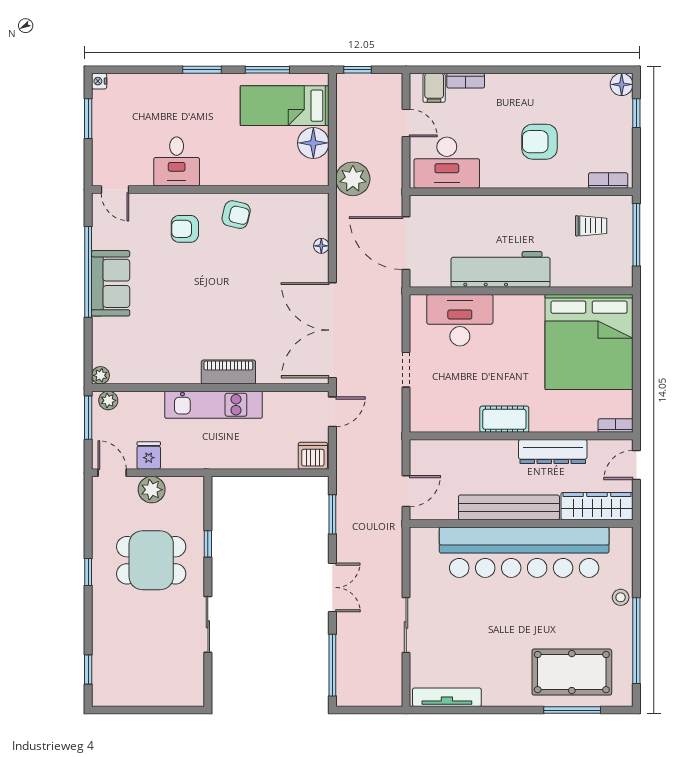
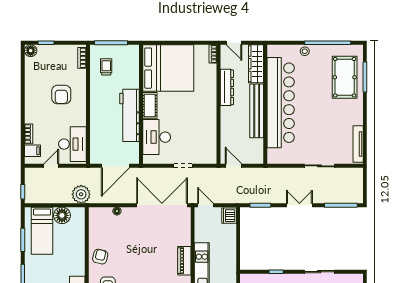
double door: (332, 330) -> (162, 205), swing flipped
cot: (504, 419) -> (150, 105), moved
door: (406, 491) -> (233, 166), moved

